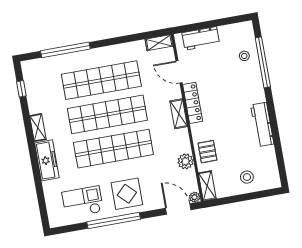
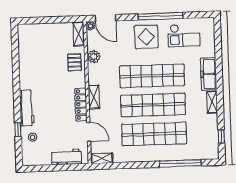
window: (263, 62) -> (18, 130), width x0.32
workbench: (262, 124) -> (27, 108), moved
stool: (247, 177) -> (45, 36), removed

